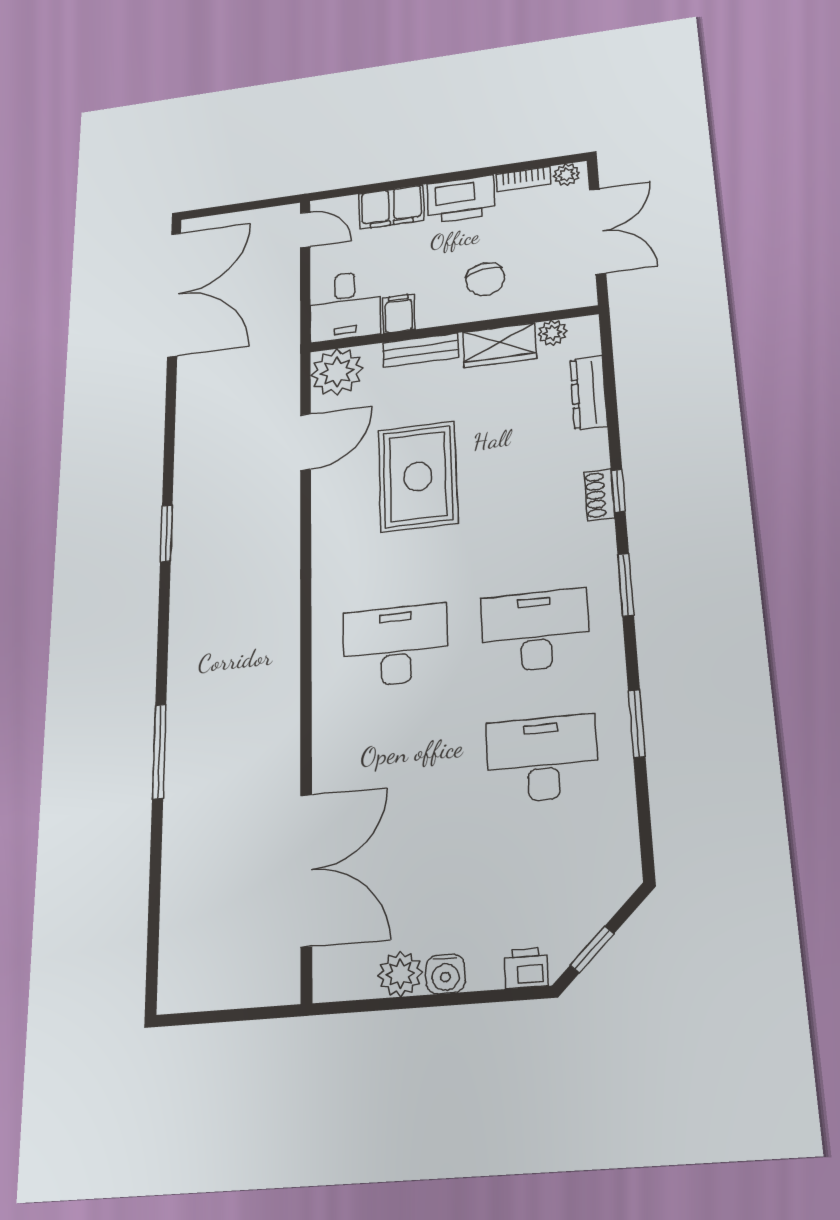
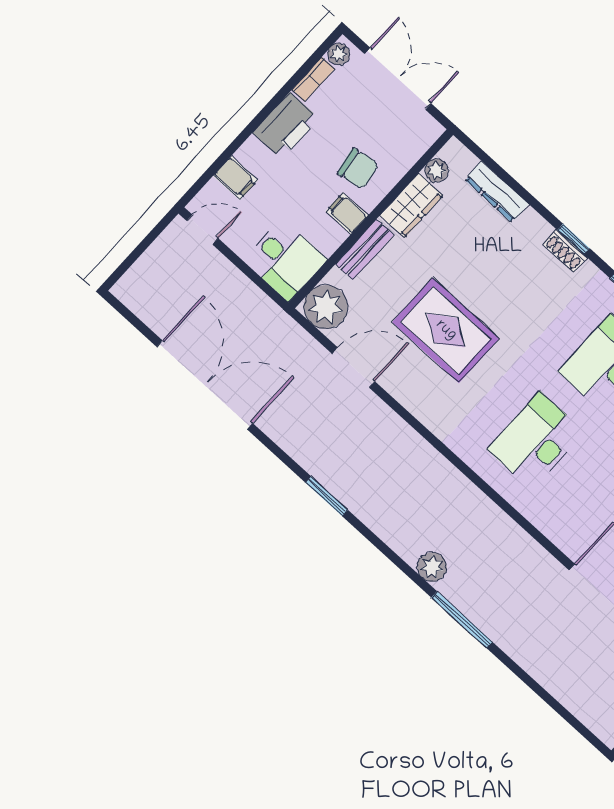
filing cabinet: (391, 207) -> (236, 178), width x0.50
double door: (174, 294) -> (205, 385), moved
filing cabinet: (399, 314) -> (347, 213), moved
door: (306, 442) -> (353, 368), hinge flipped
plant: (185, 678) -> (432, 567), added

